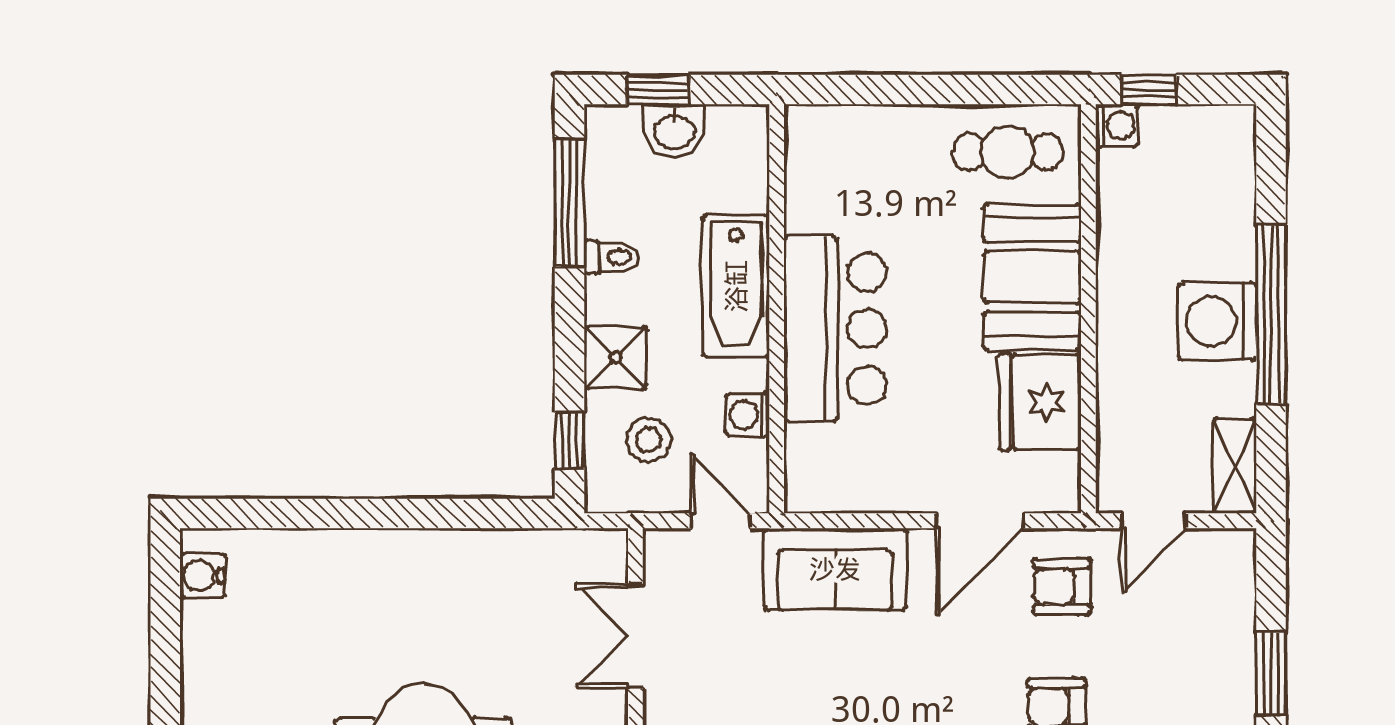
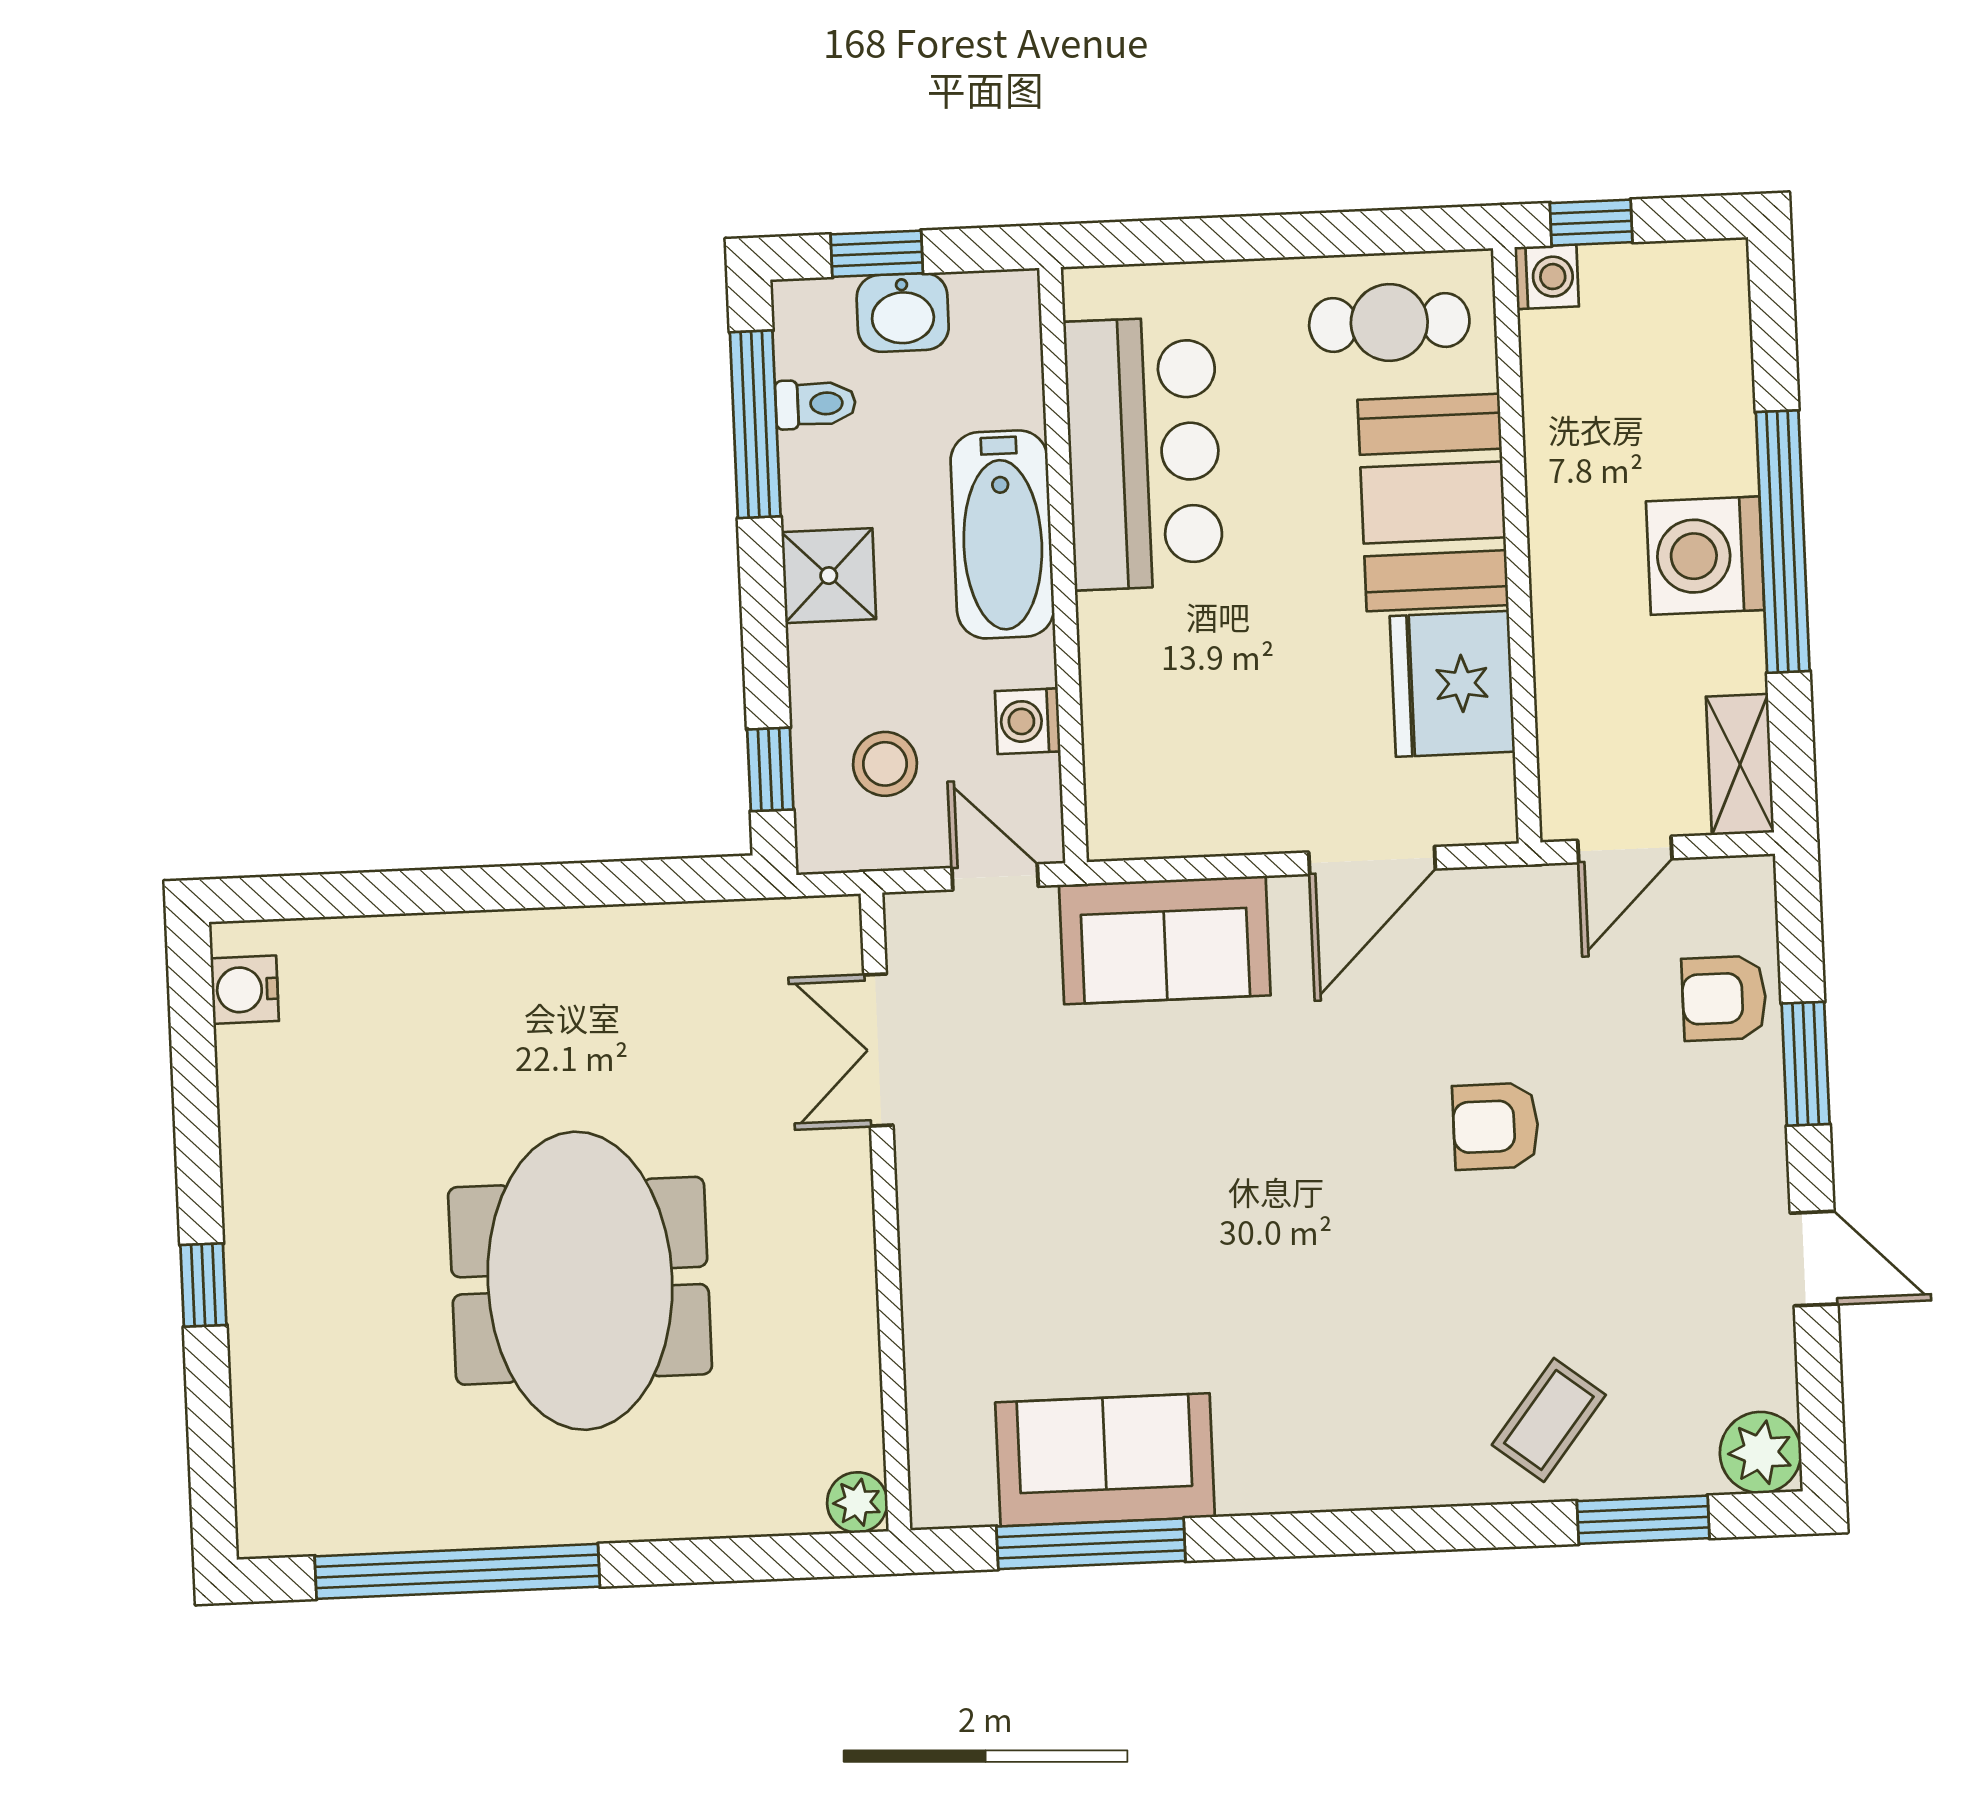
toilet: (611, 257) -> (815, 404), moved
bar counter: (835, 329) -> (1144, 453), moved
shower: (615, 358) -> (829, 576), moved
armchair: (1062, 587) -> (1724, 998), moved

